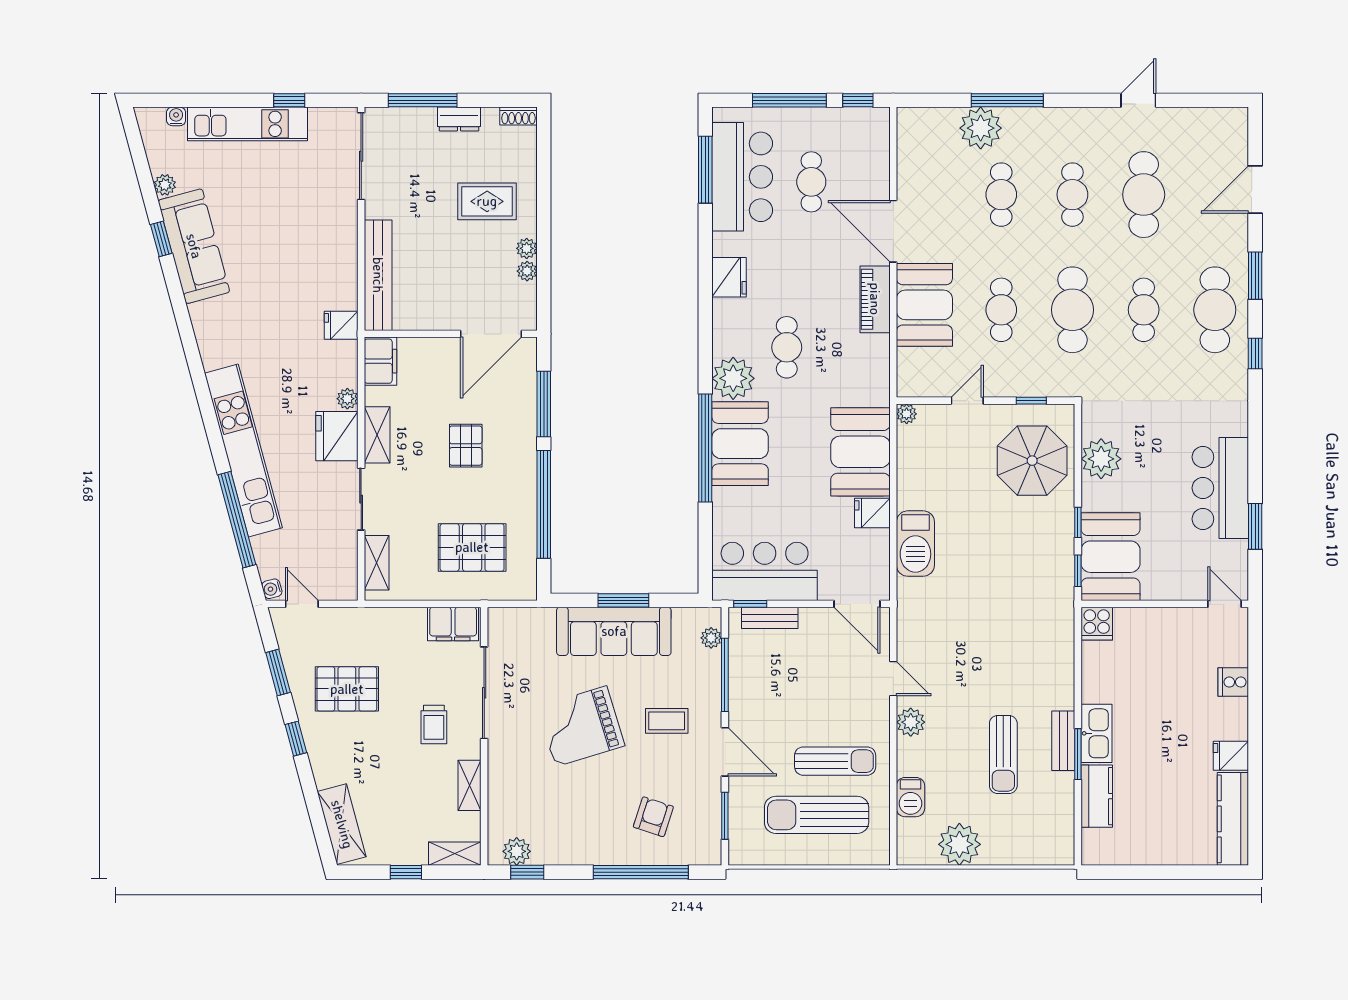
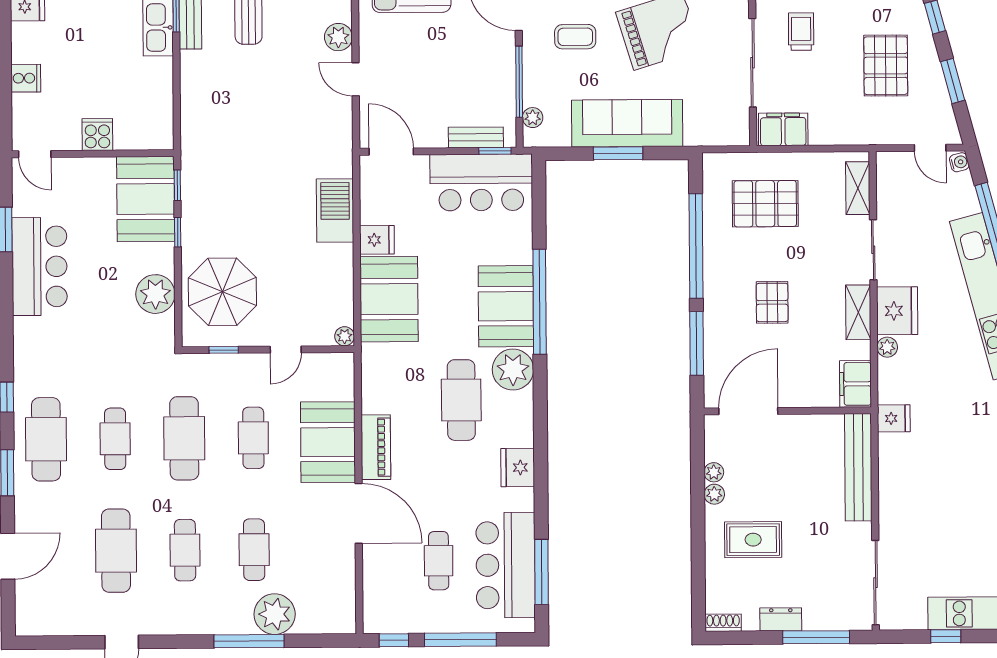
cafe table: (787, 347) -> (461, 400), width x1.37, depth x1.35
cooker: (1097, 624) -> (97, 134), moved
pallet: (347, 689) -> (886, 66), turned 90

